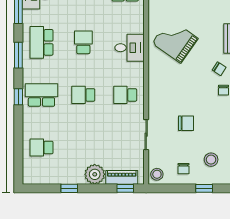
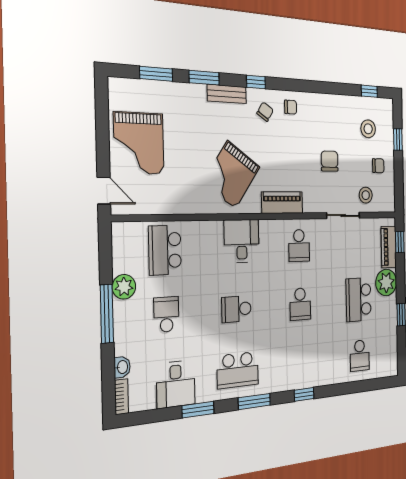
piano: (156, 81) -> (282, 203), added
school desk: (41, 95) -> (359, 300), moved
stool: (157, 174) -> (366, 195), moved

